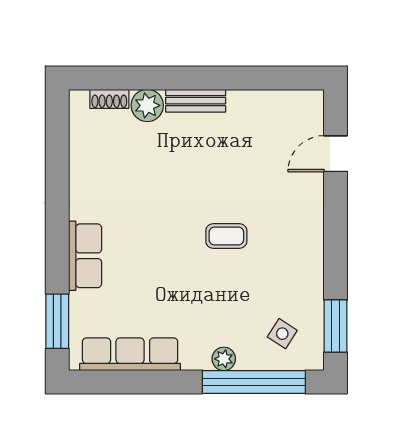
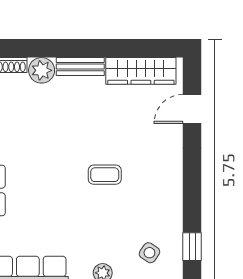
wardrobe: (272, 106) -> (141, 71), added
window: (336, 326) -> (192, 247), width x0.67

